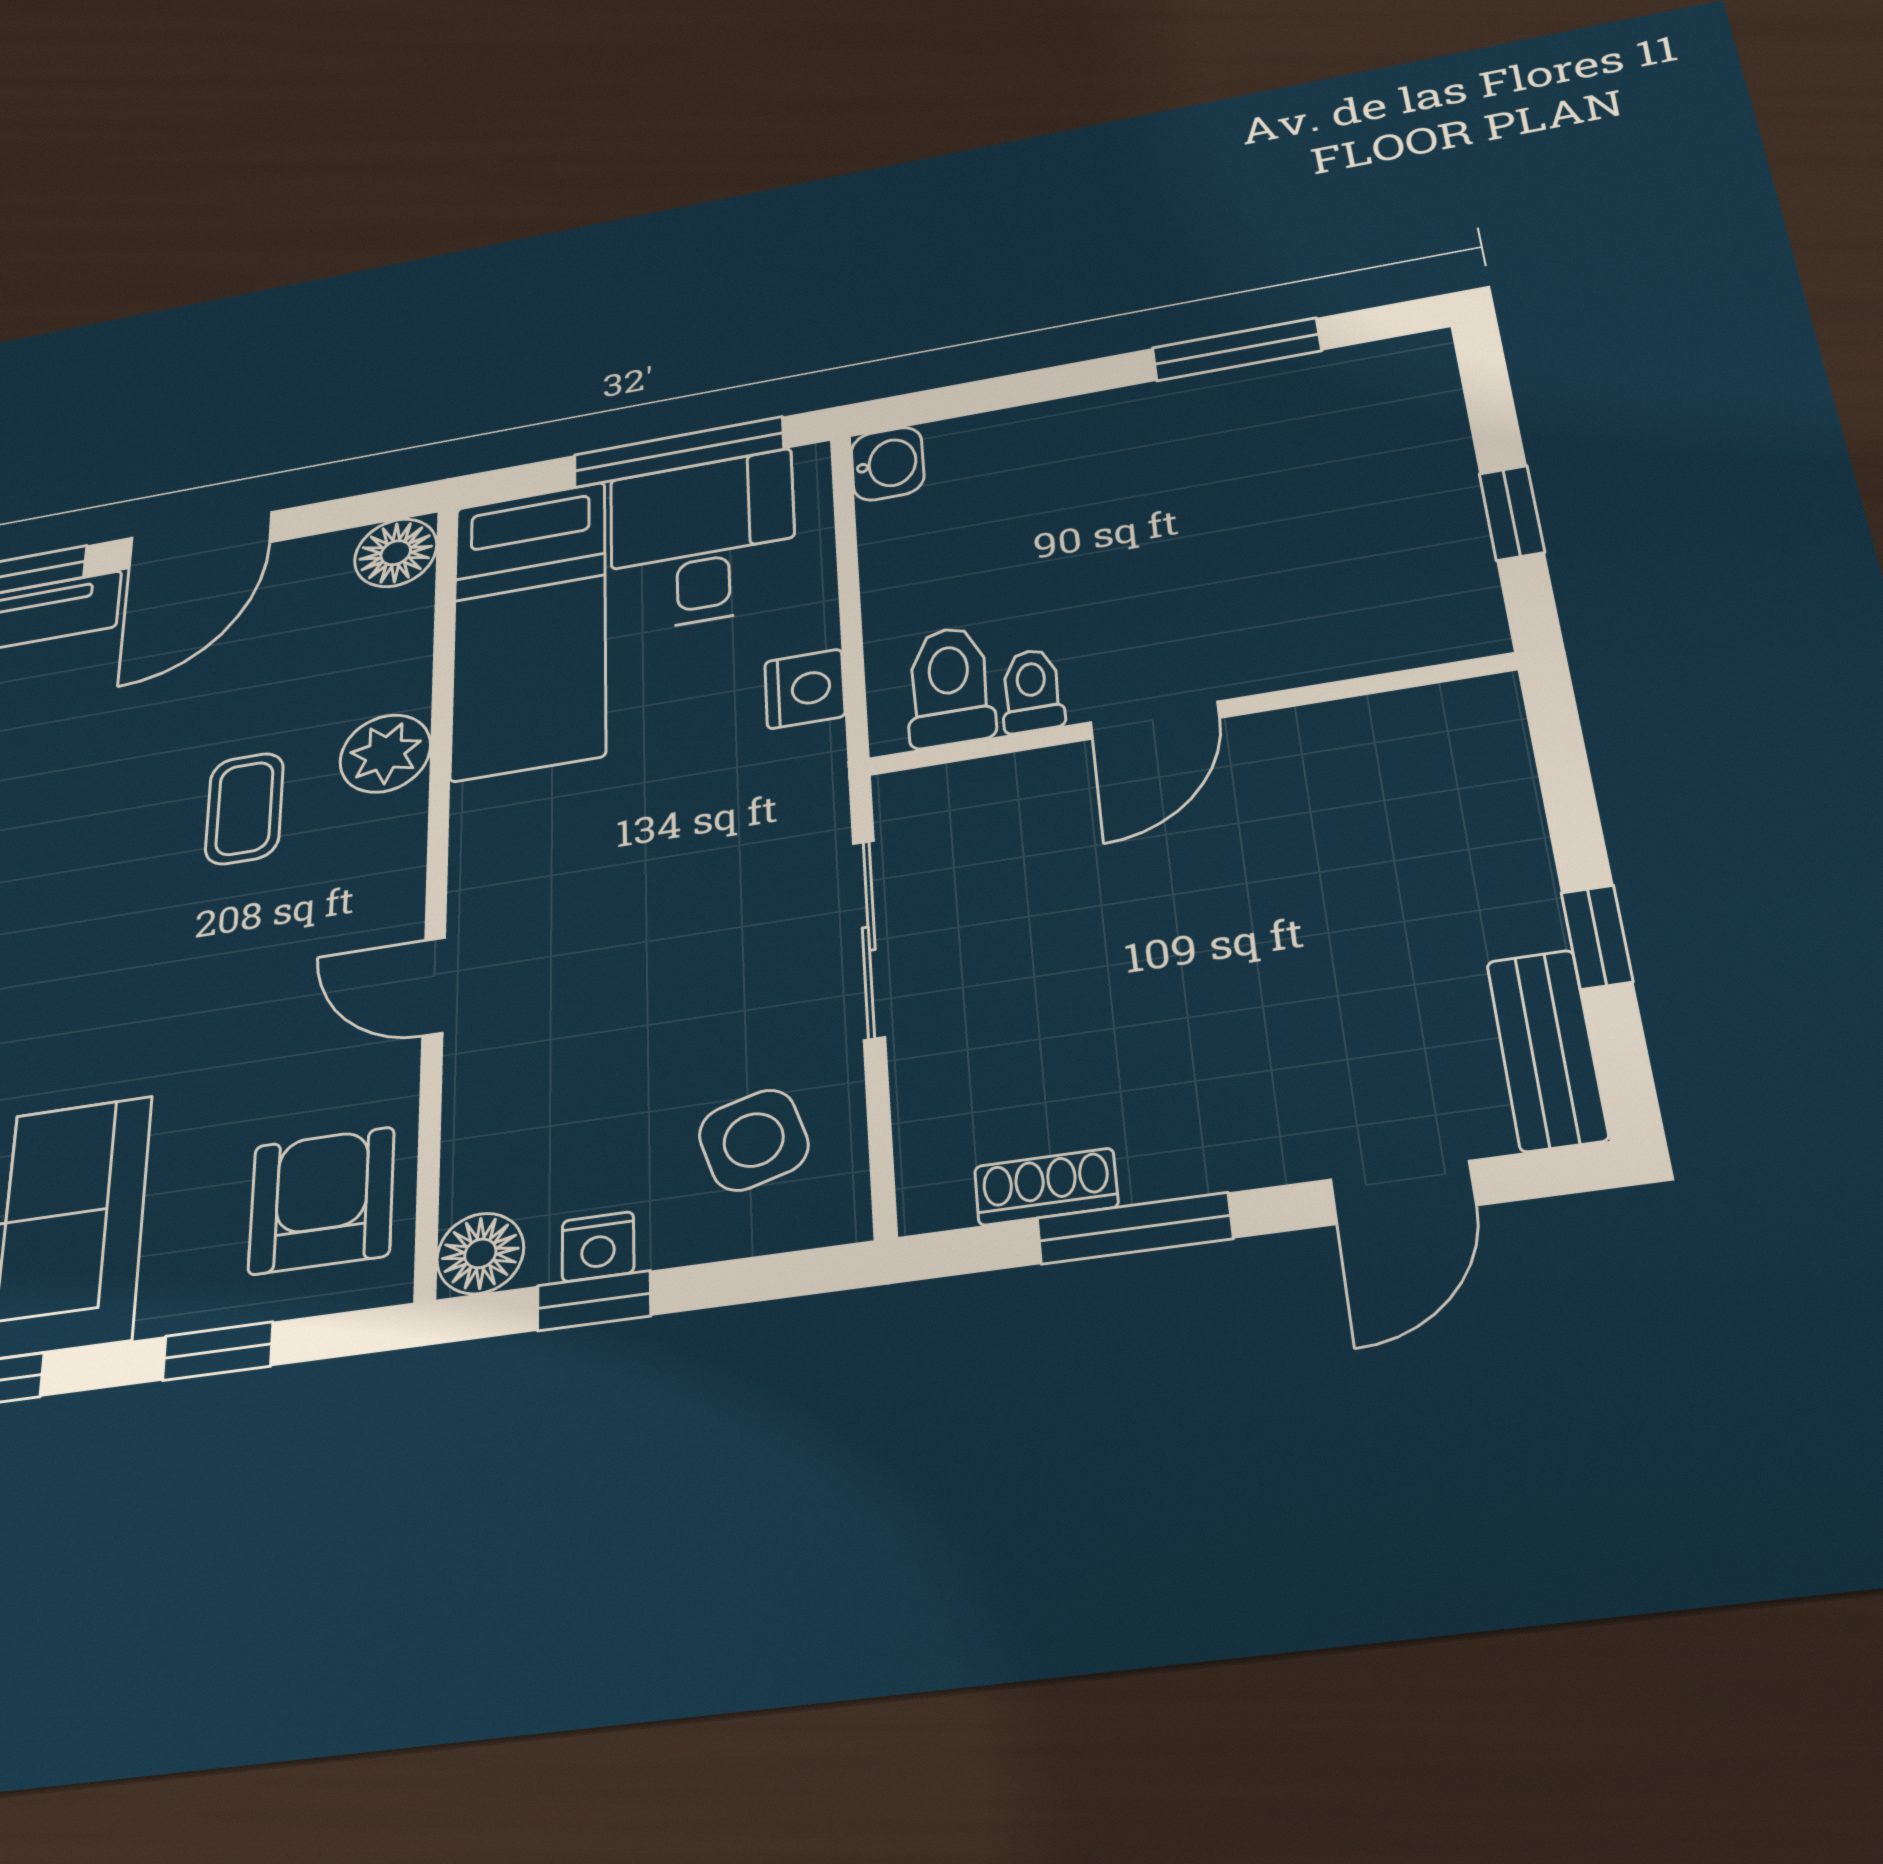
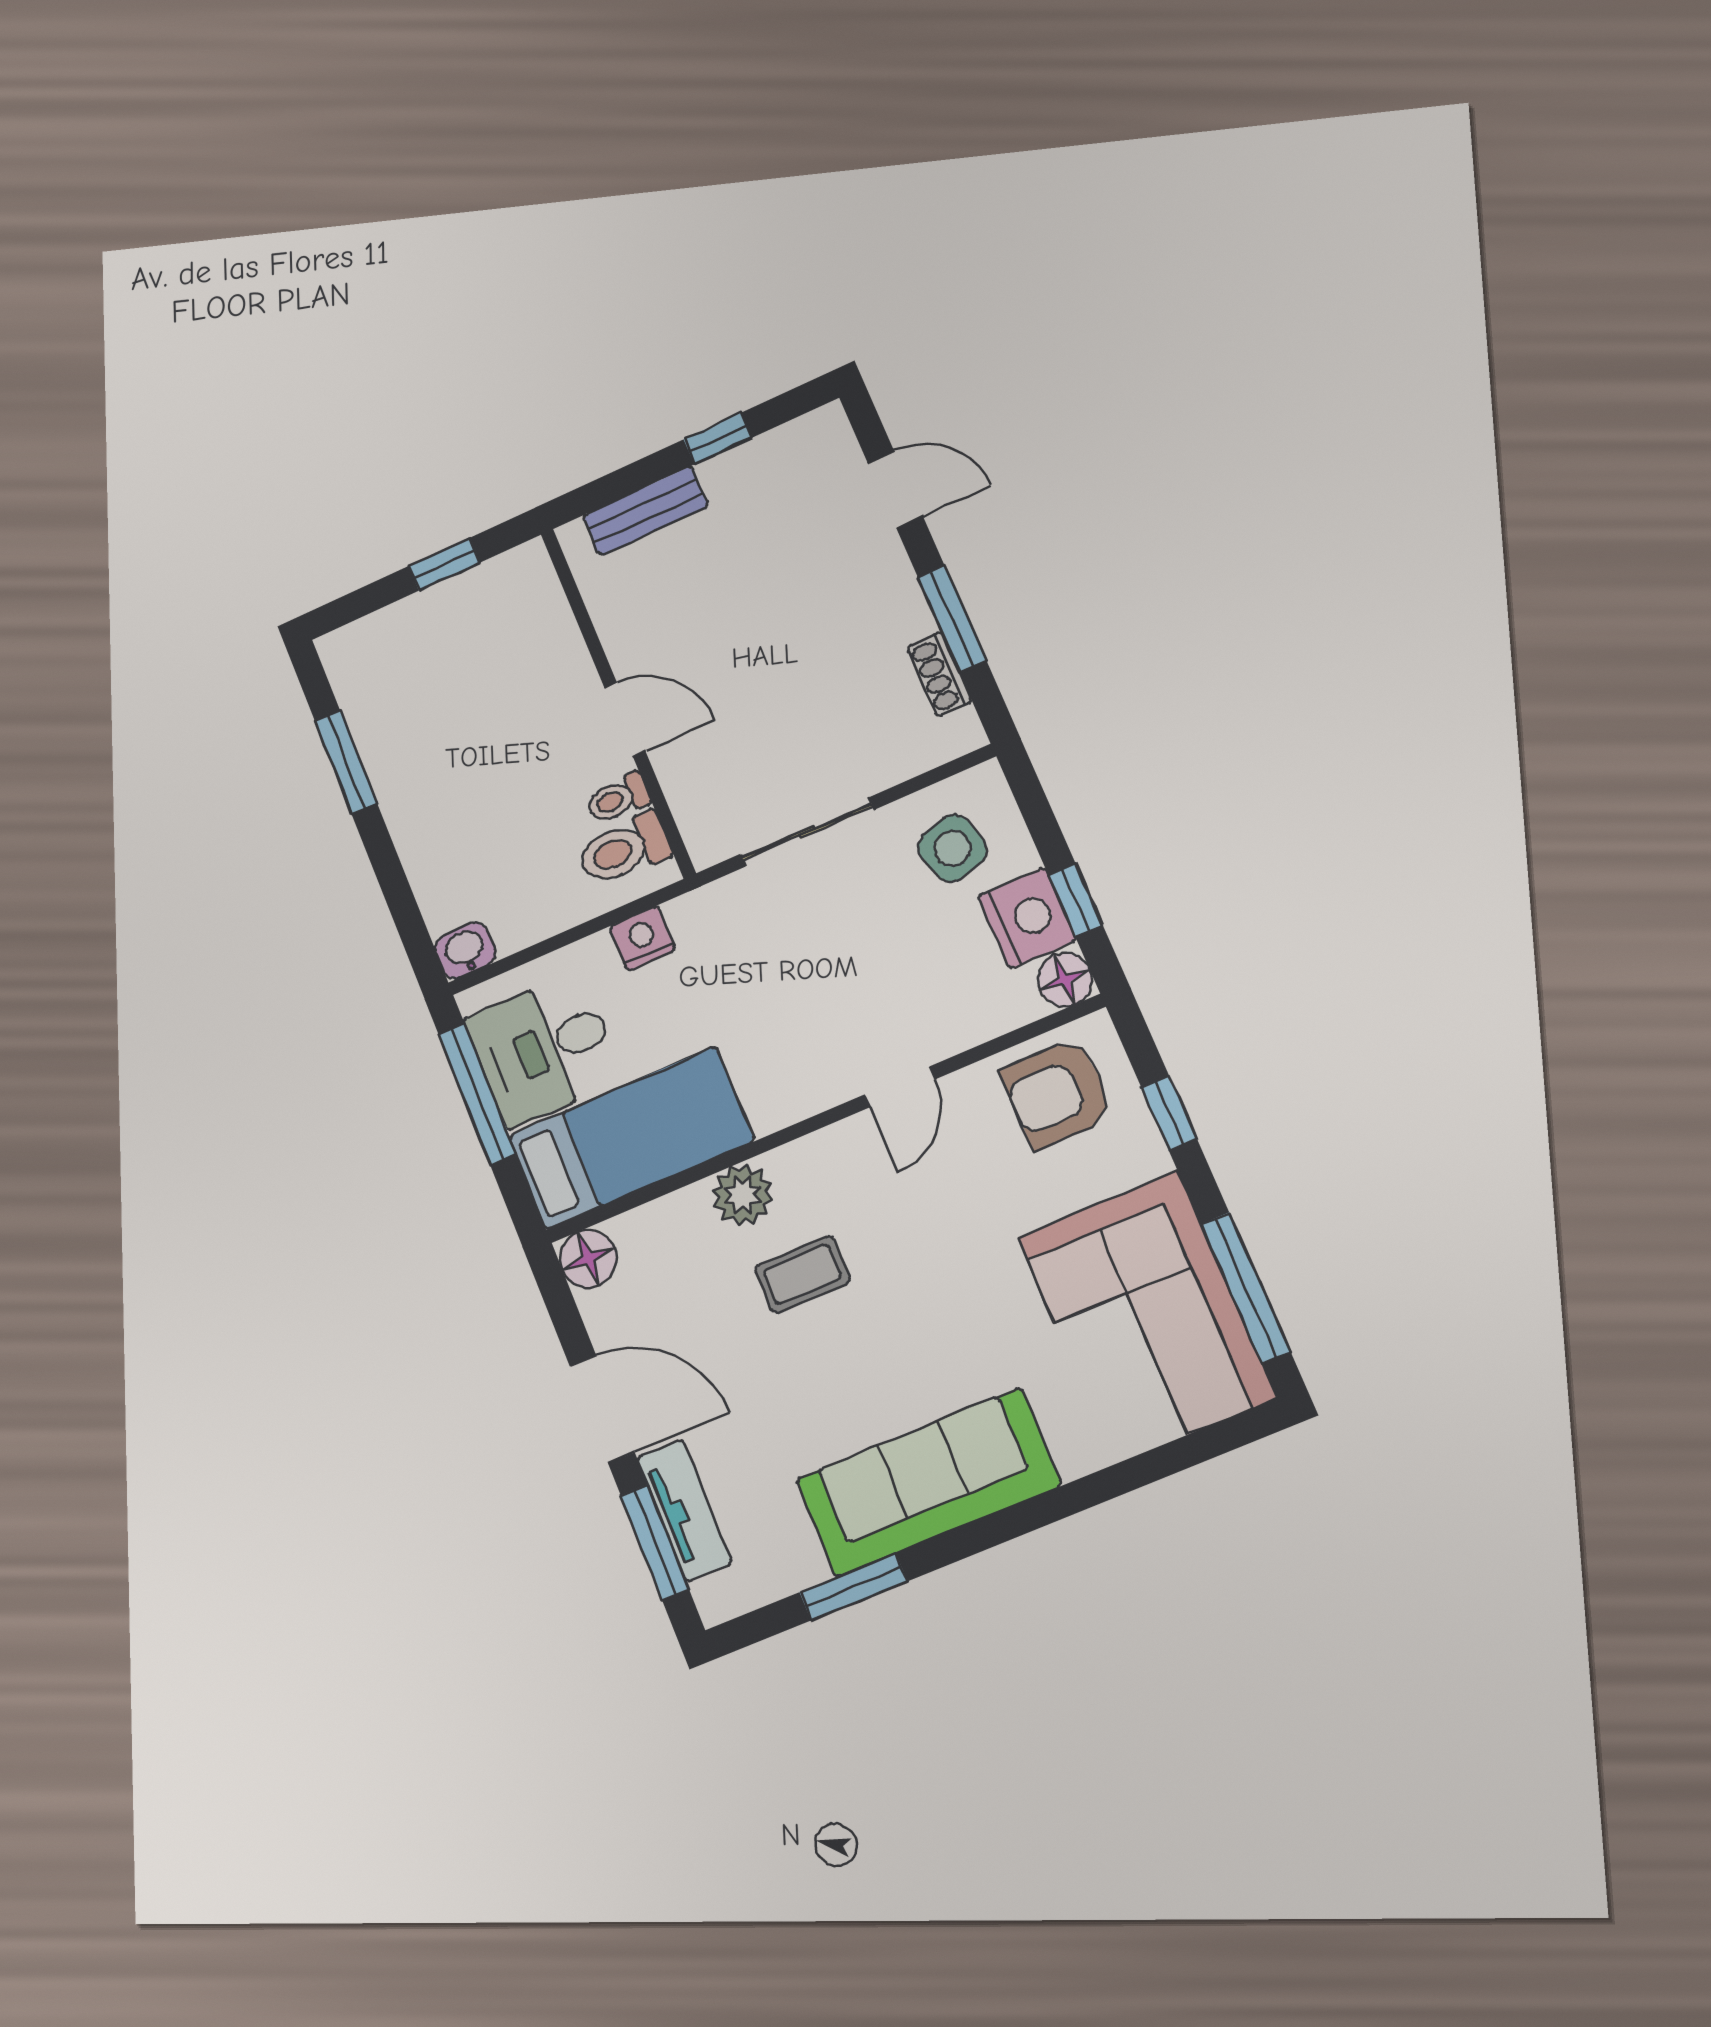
bench: (1547, 1050) -> (645, 511), moved
nightstand: (598, 1247) -> (1027, 918), width x1.89, depth x1.79

